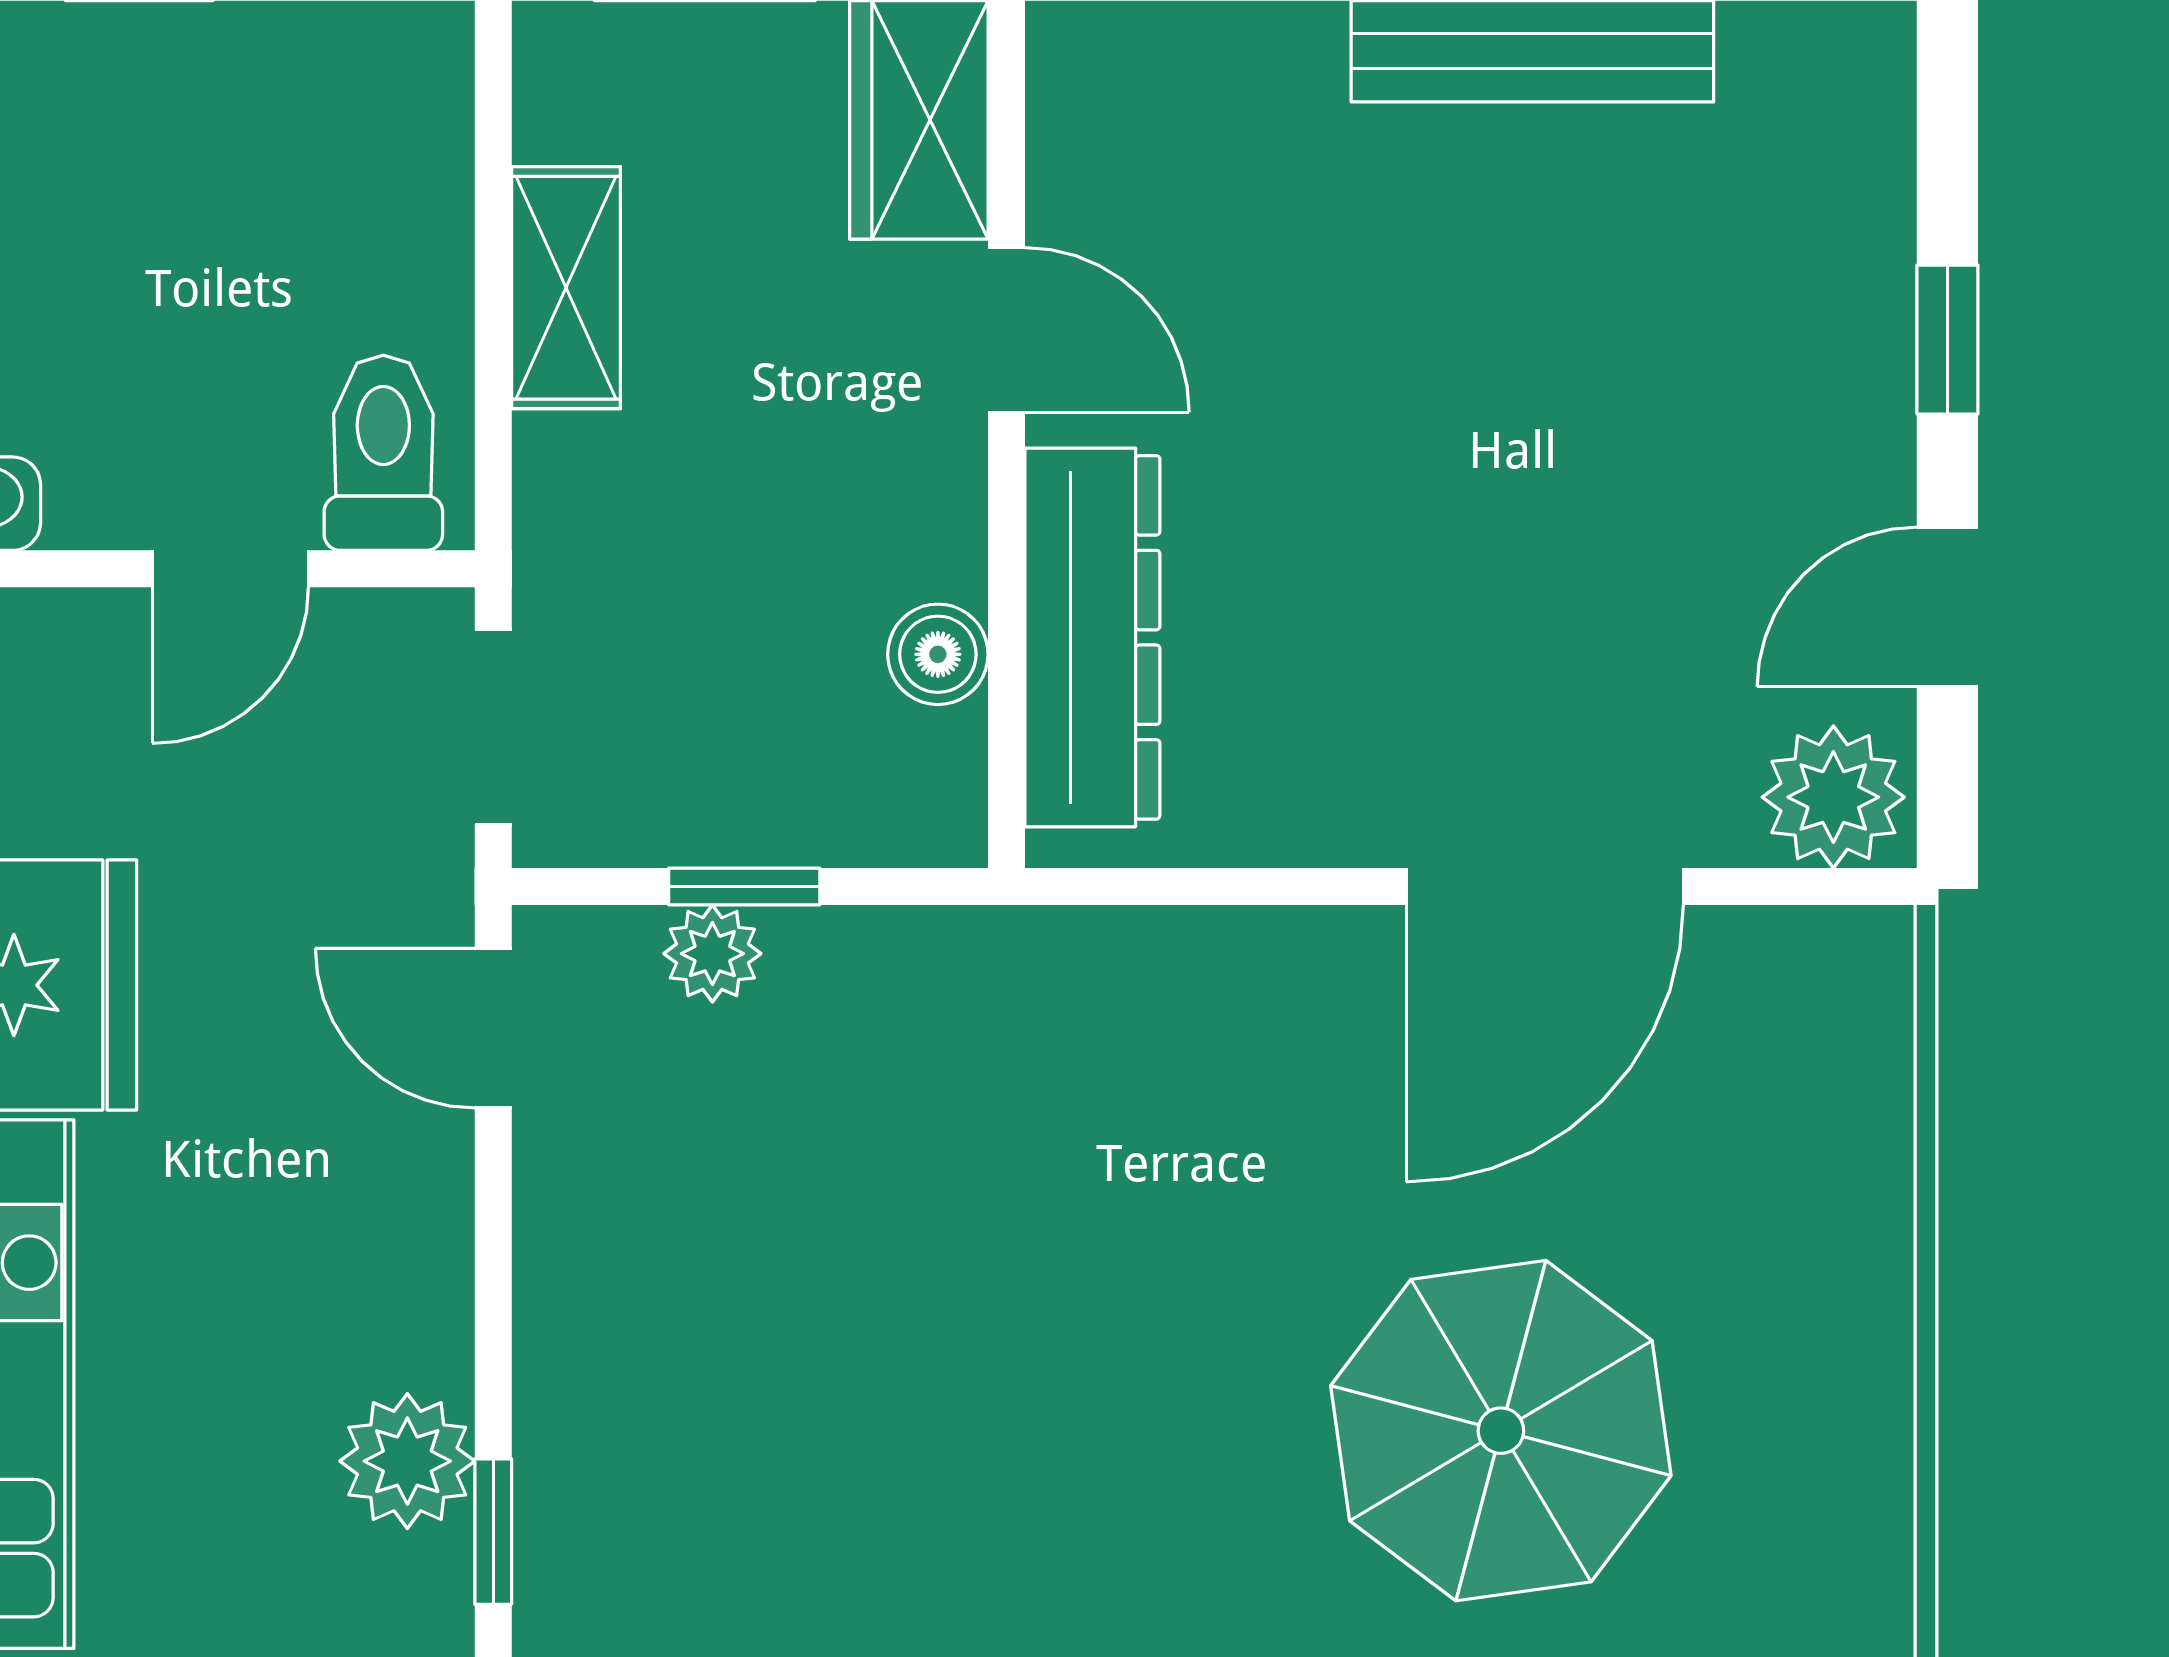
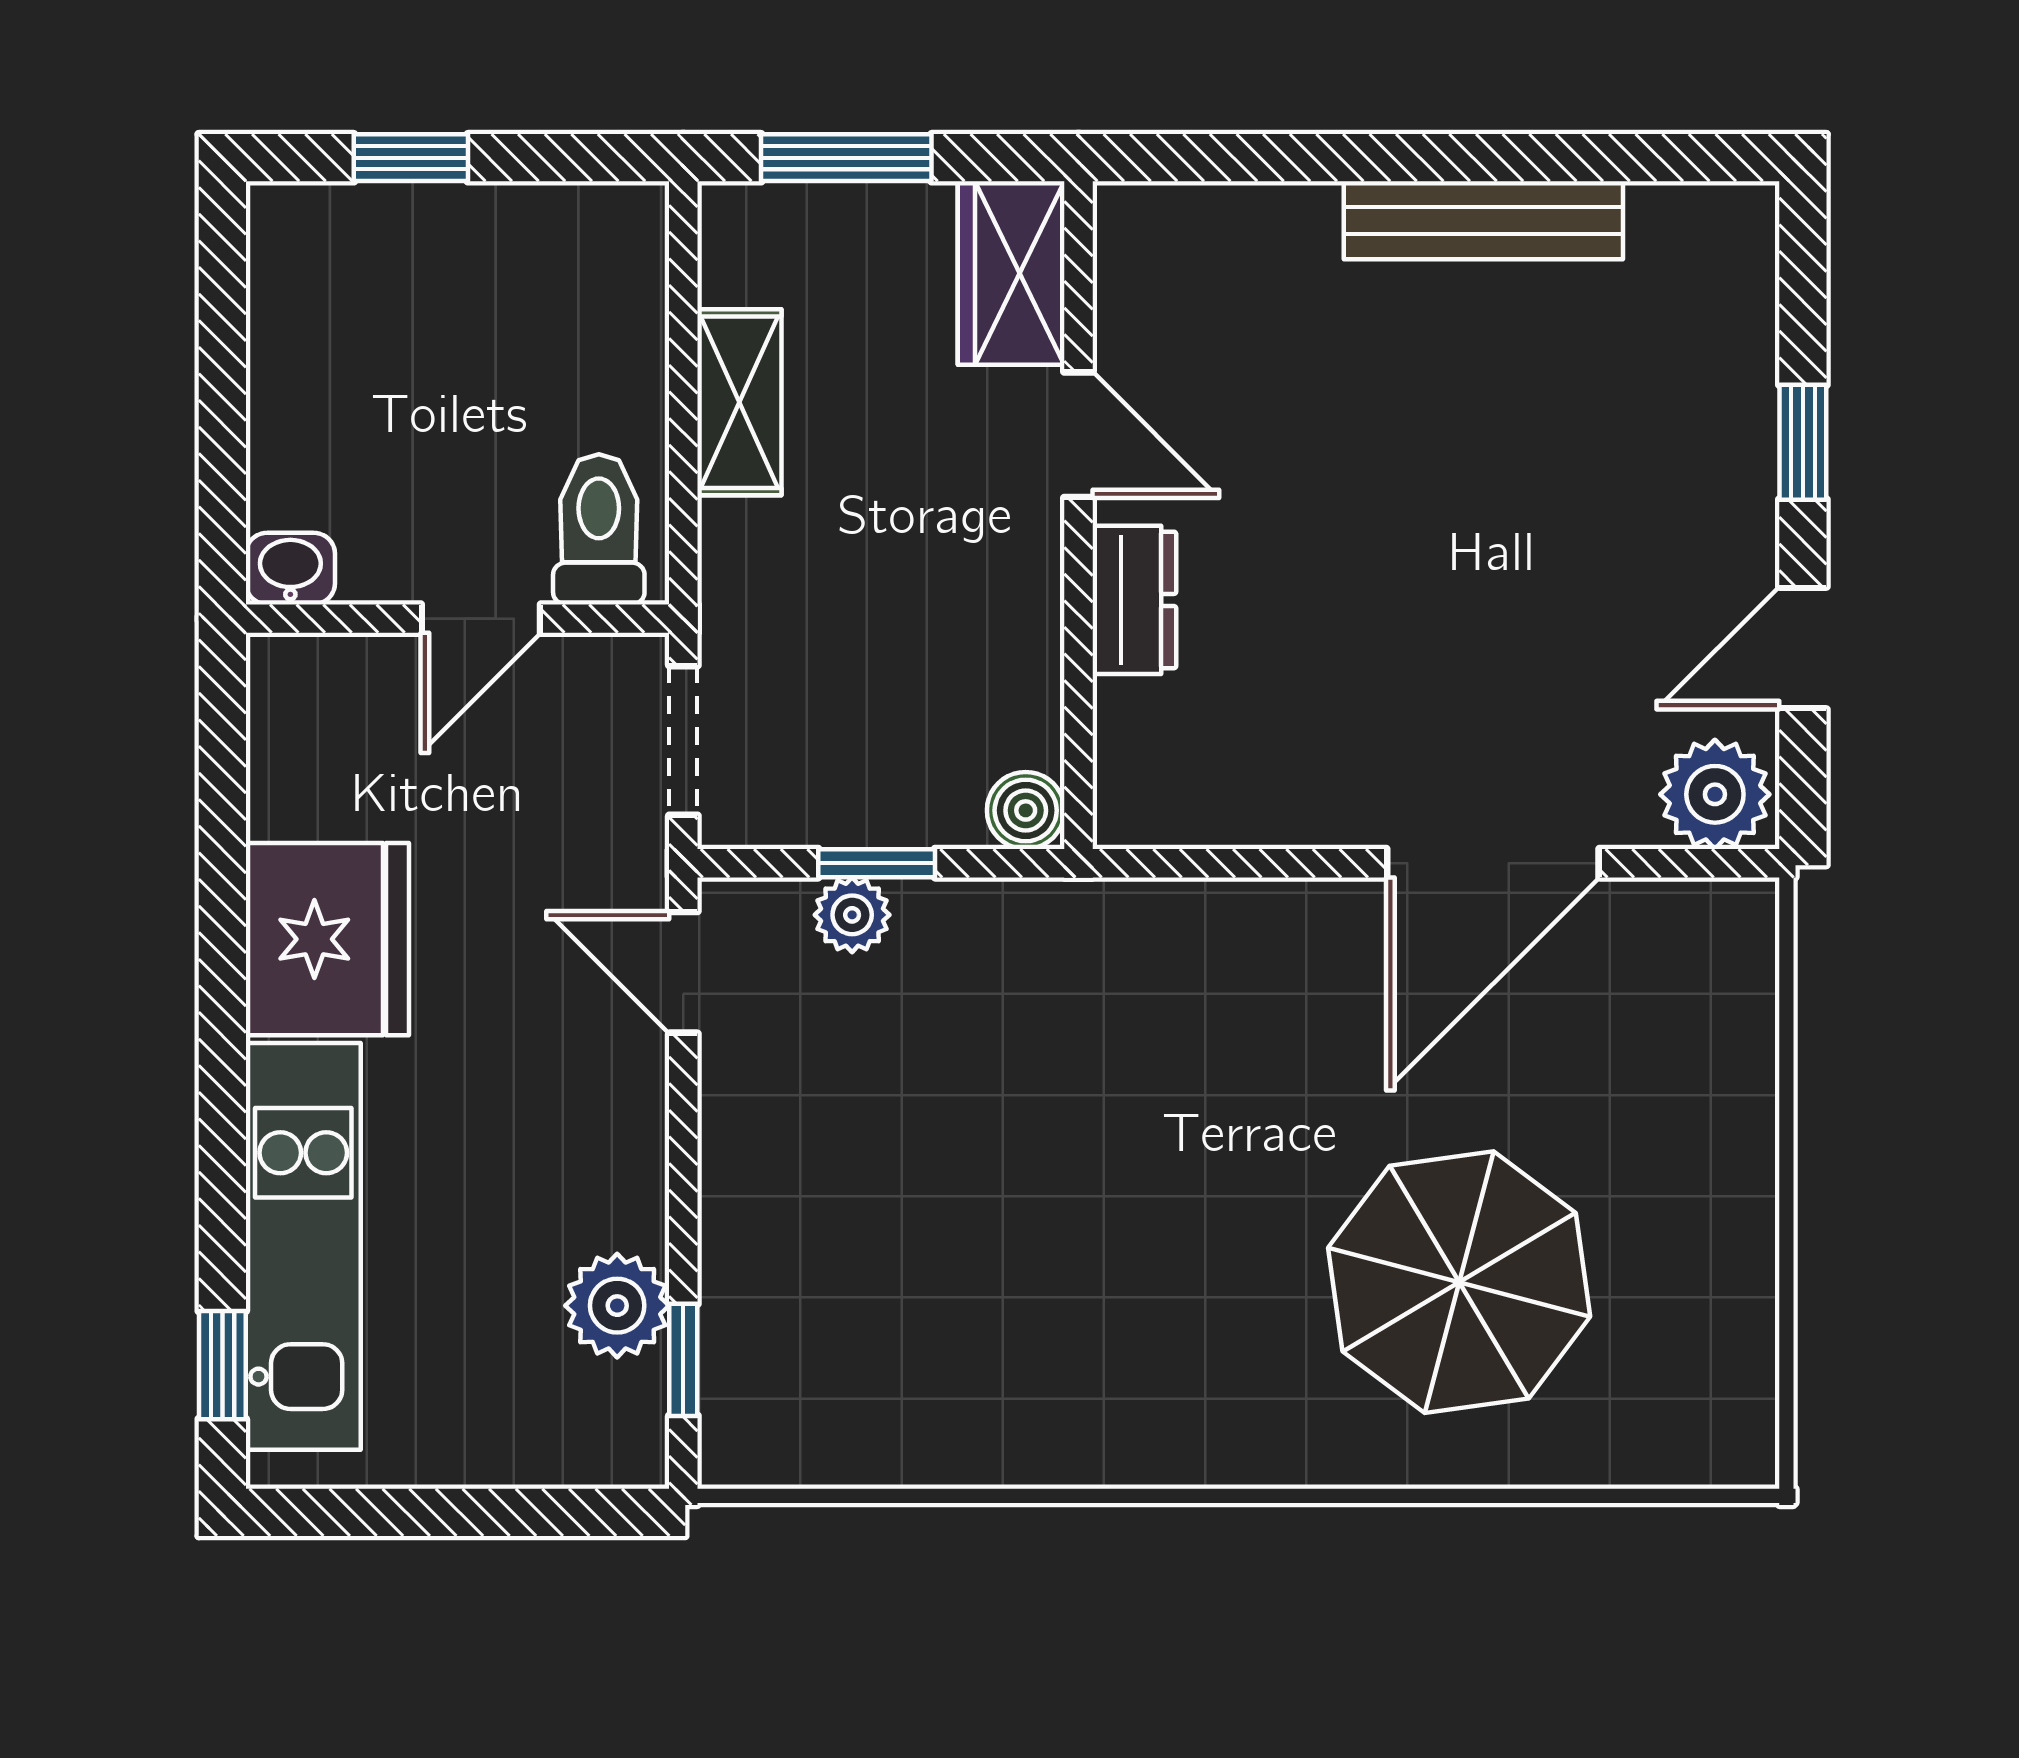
dresser: (1092, 637) -> (1134, 600), width x0.51, depth x0.80
boiler: (938, 654) -> (1026, 810), moved

